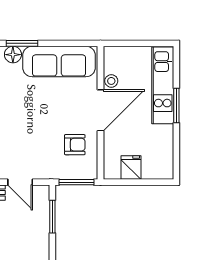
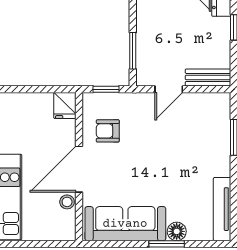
fridge: (131, 167) -> (65, 105), moved
door: (20, 182) -> (169, 89), swing flipped
window: (76, 182) -> (106, 89), width x0.67

